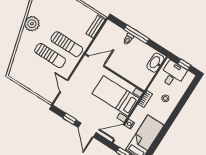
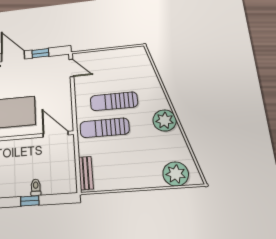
window: (137, 34) -> (30, 201), width x0.46
door: (96, 61) -> (56, 134), swing flipped
door: (64, 86) -> (71, 68), moved

